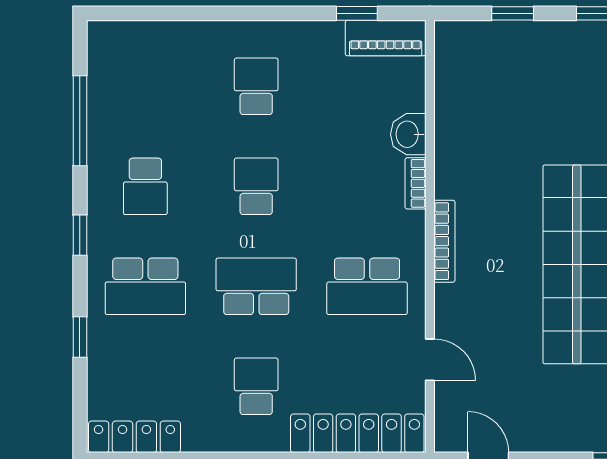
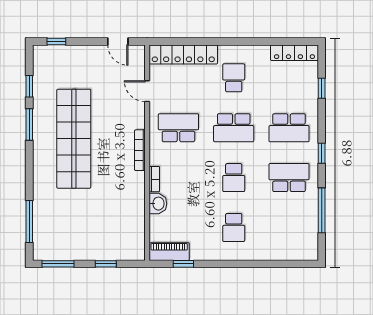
school desk: (145, 186) -> (289, 178), width x1.85
school desk: (145, 286) -> (289, 128), turned 180
window: (80, 337) -> (322, 88), moved
school desk: (256, 386) -> (234, 78), turned 180

